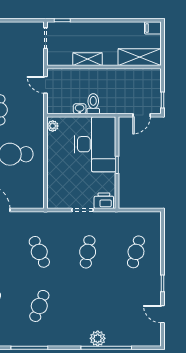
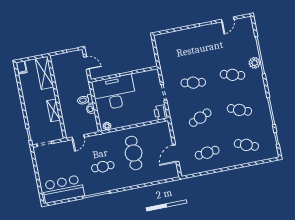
printer: (104, 201) -> (161, 112), moved
cafe table: (136, 252) -> (232, 75), moved

